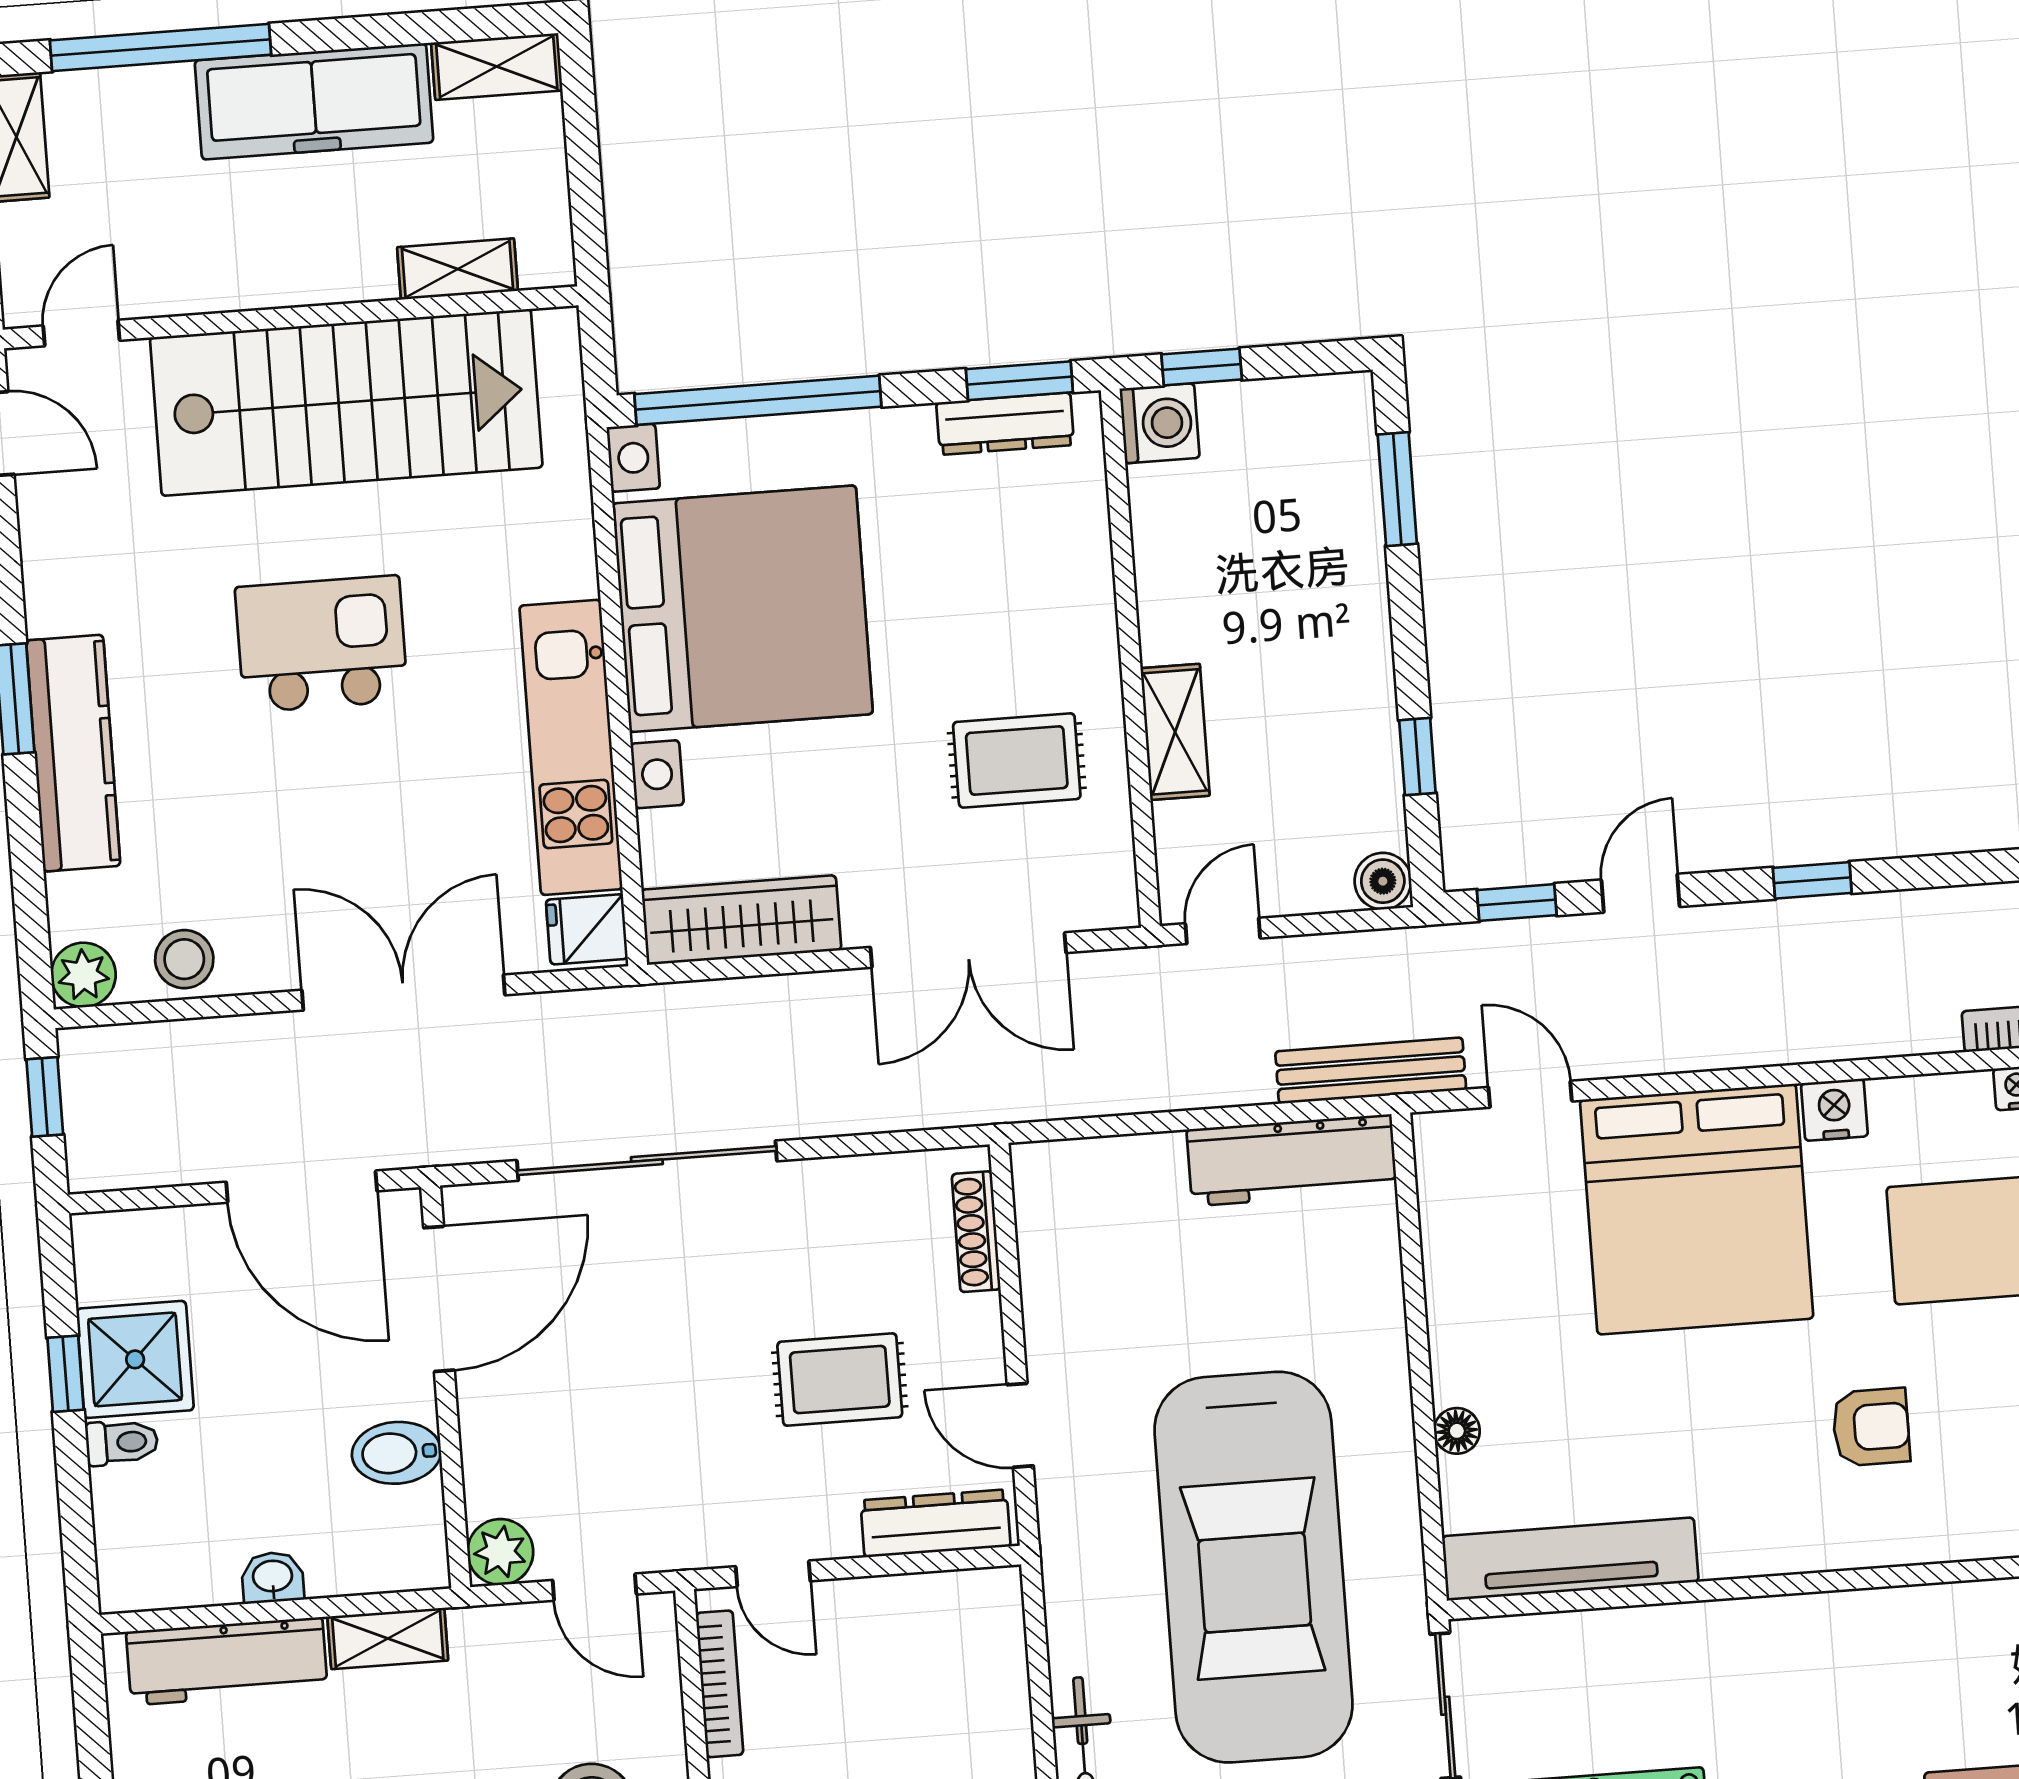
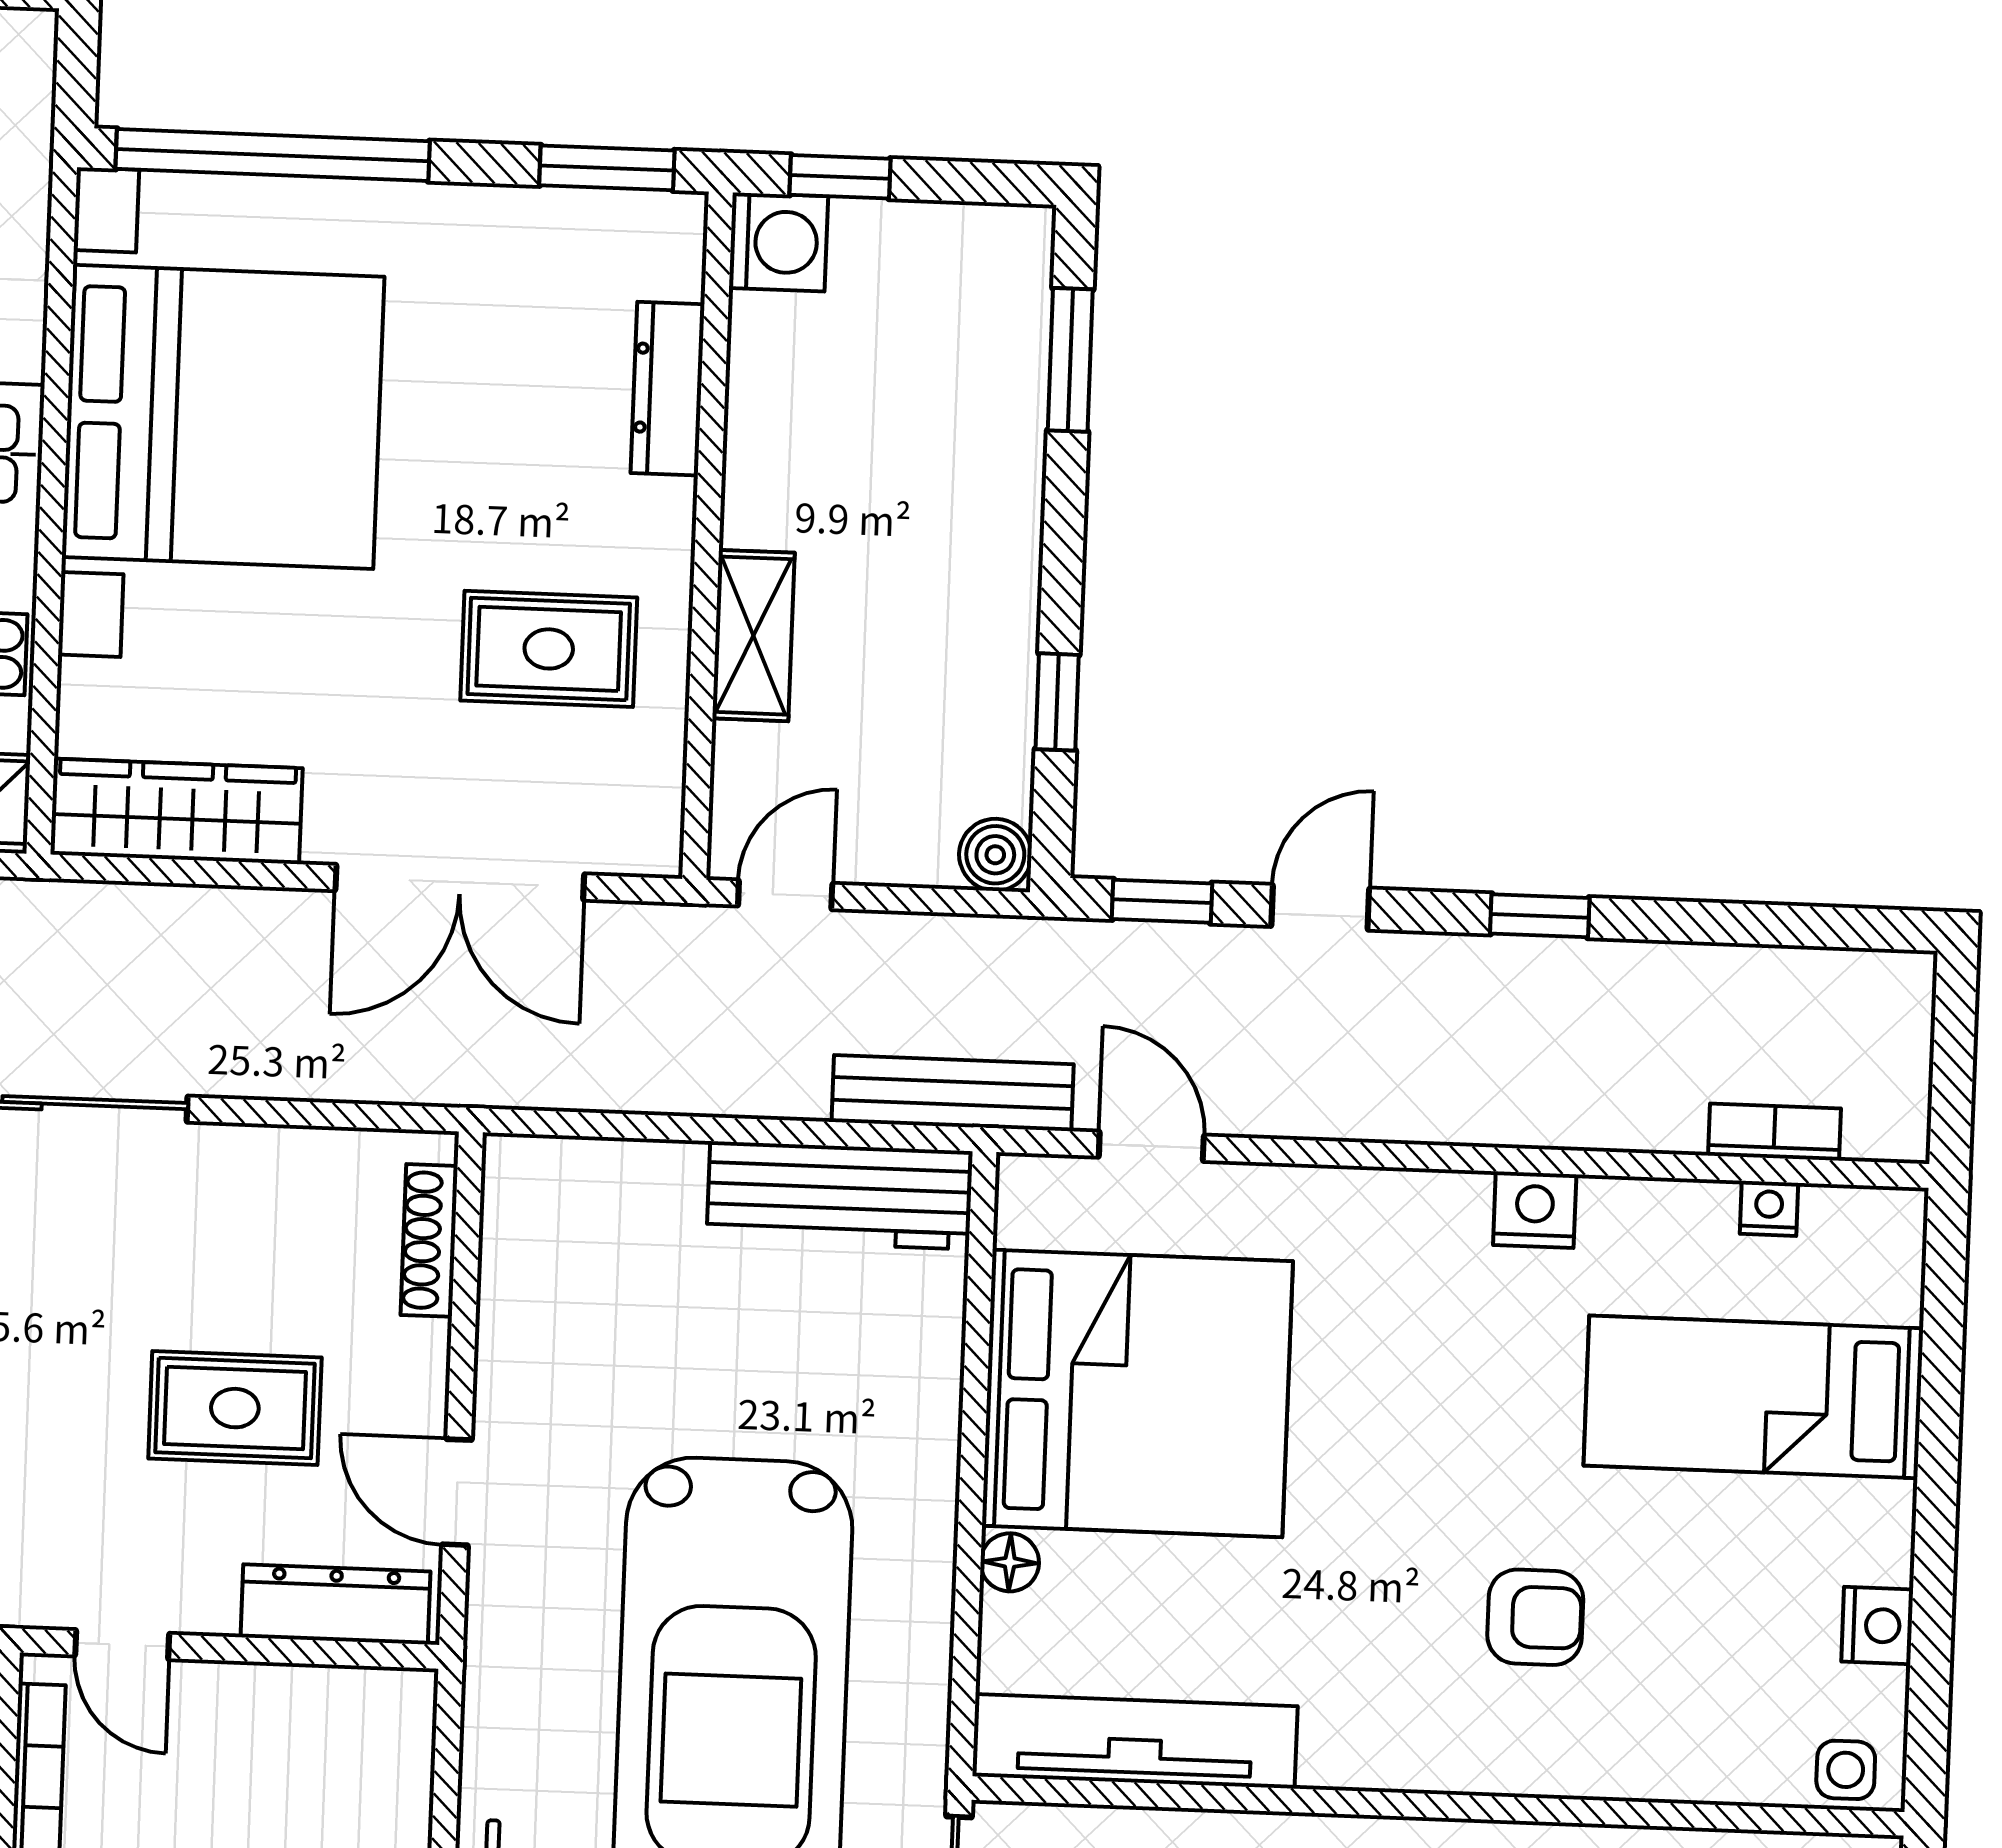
dresser: (1005, 424) -> (668, 389), moved, turned 90
bed: (1697, 1209) -> (1137, 1393), moved, turned -90

